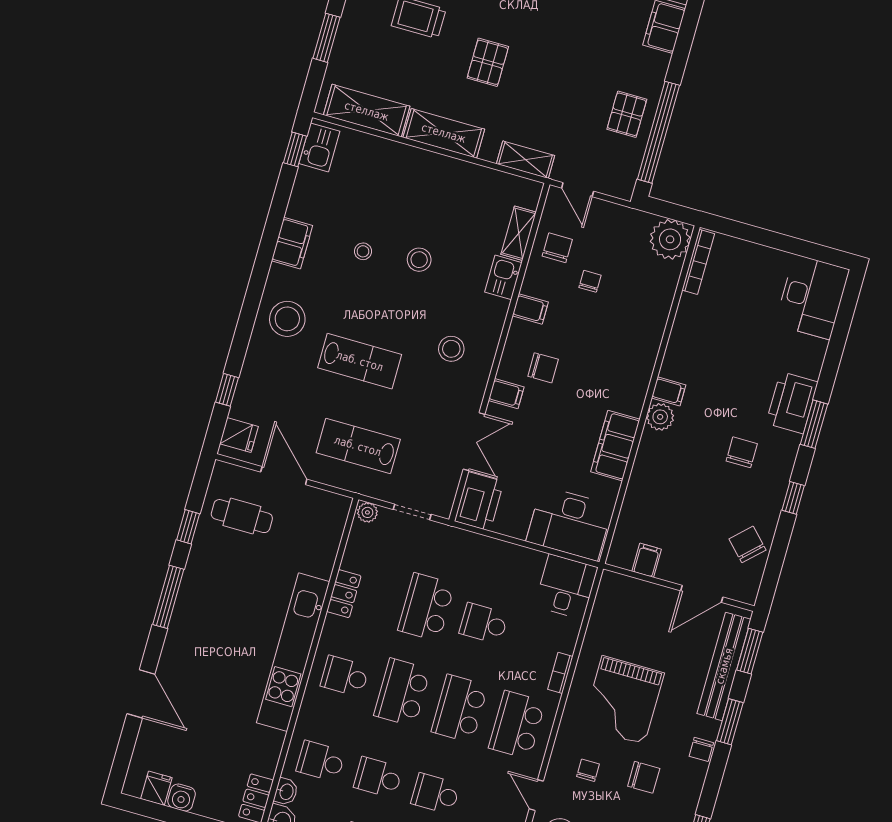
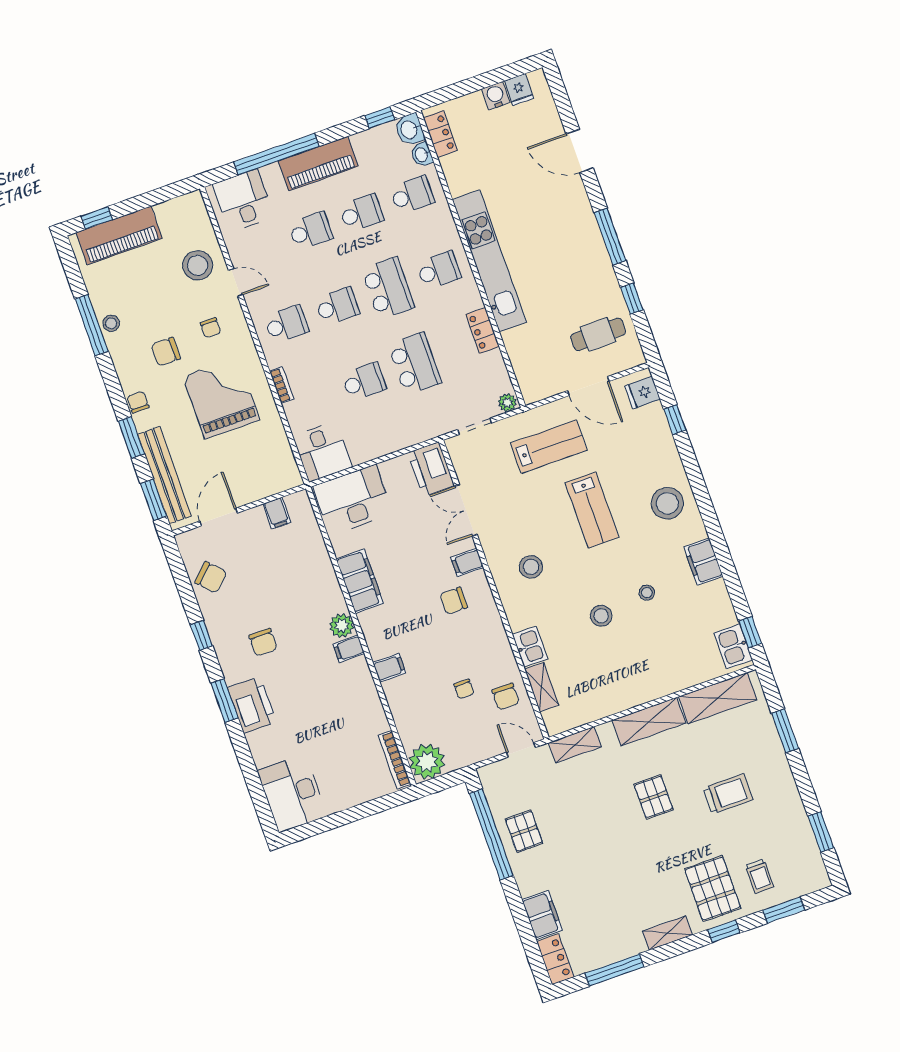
filing cabinet: (530, 309) -> (389, 668), moved, turned 180
lab bench: (360, 361) -> (592, 510), turned -90
school desk: (460, 709) -> (337, 306), width x0.54
school desk: (517, 725) -> (287, 324), width x0.54

